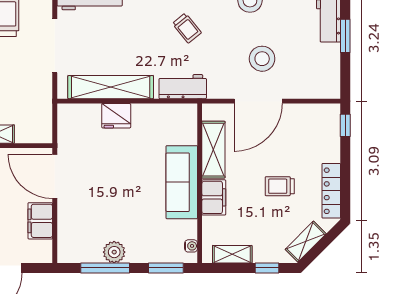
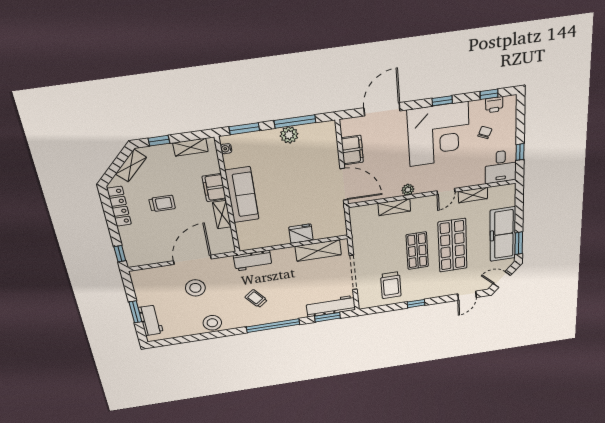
shelving: (111, 87) -> (318, 251), width x0.68
shelving: (213, 150) -> (222, 215), width x0.67, depth x0.75

